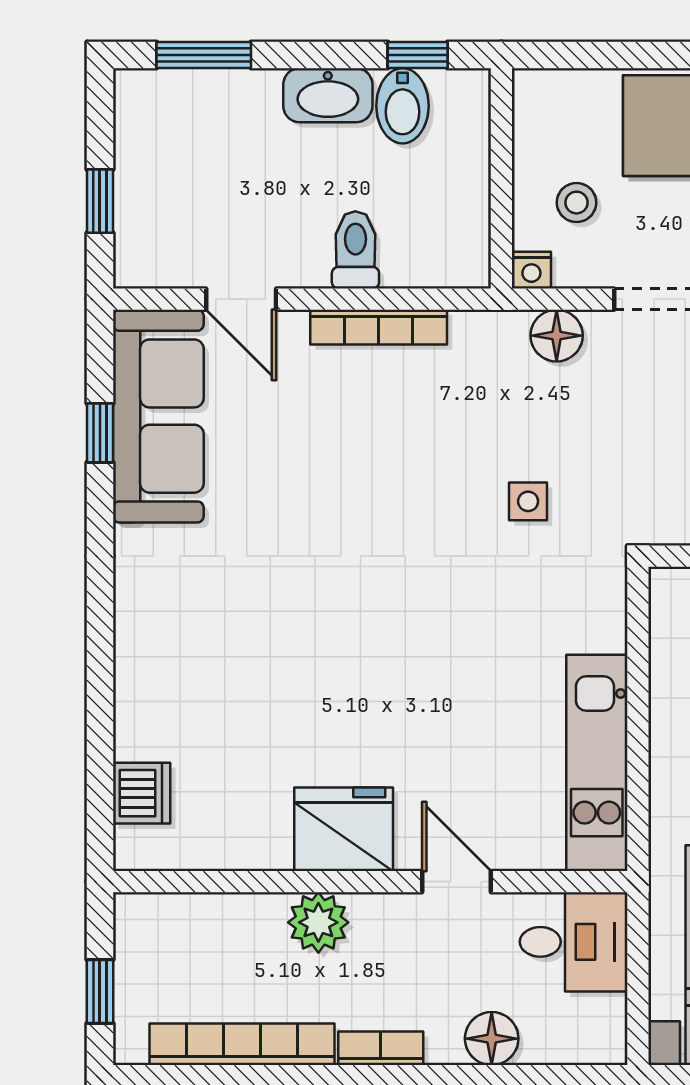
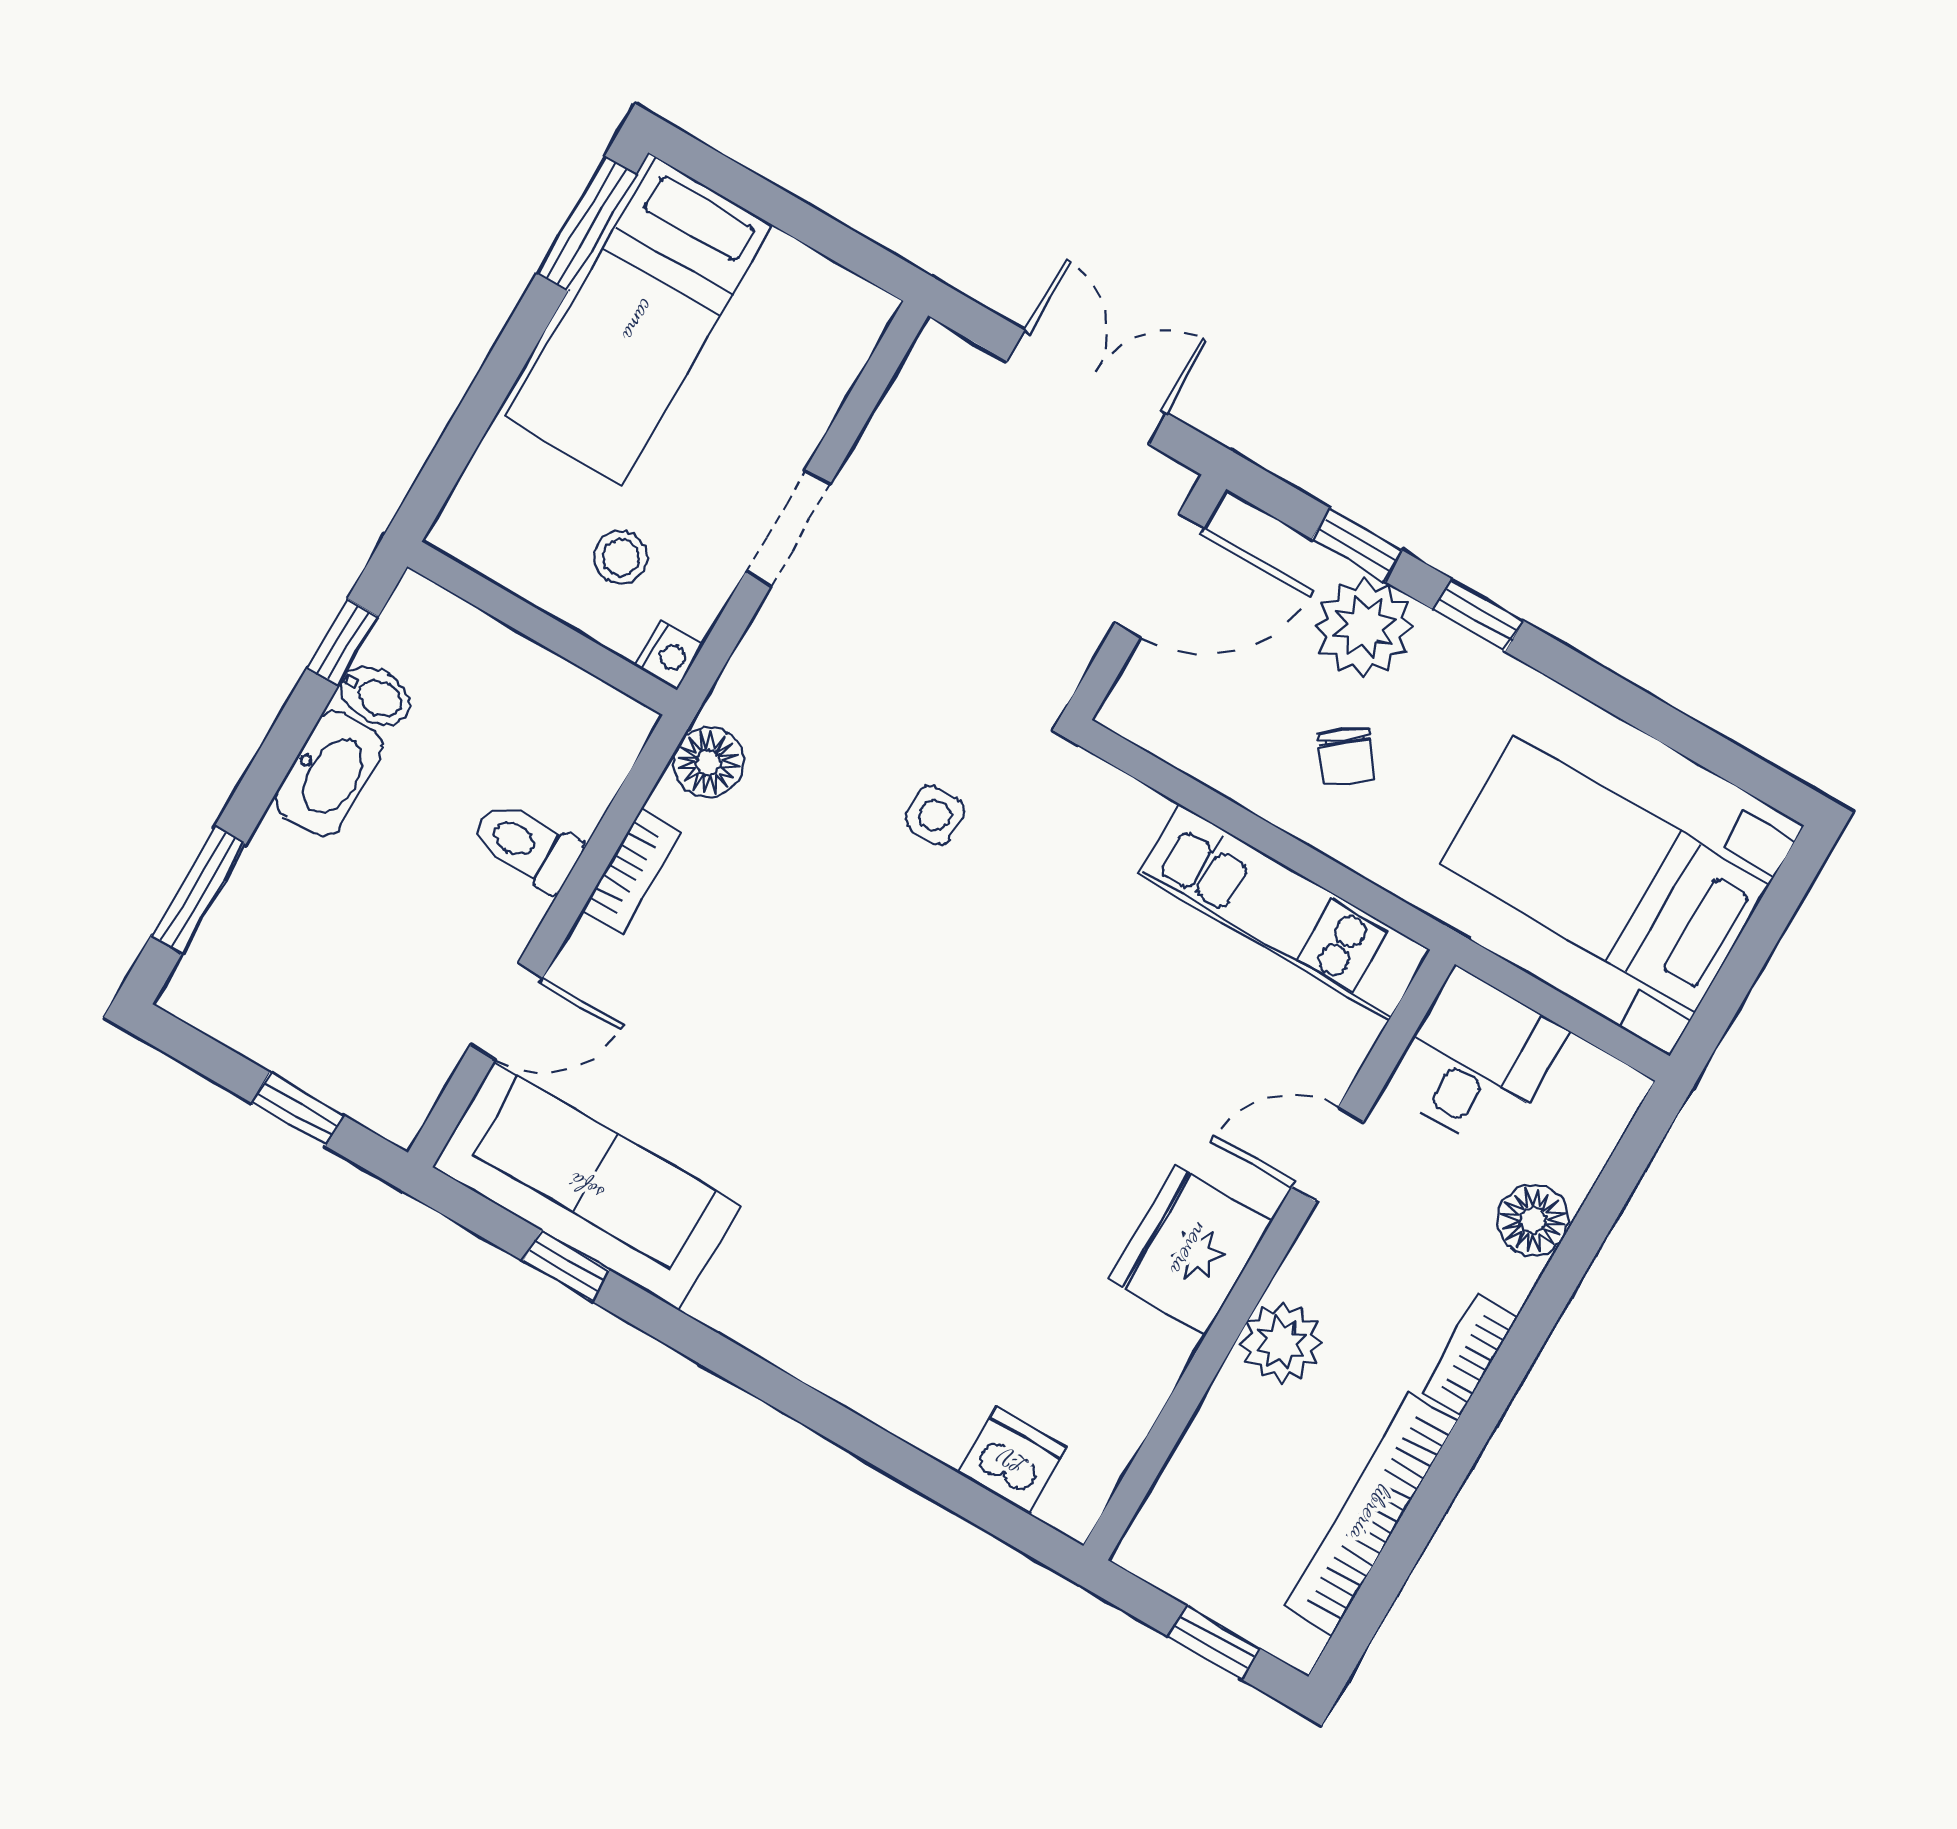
bidet: (403, 106) -> (375, 696), width x0.72, depth x0.74
bookcase: (379, 327) -> (632, 871), width x0.64
floor lamp: (557, 336) -> (708, 762), moved

